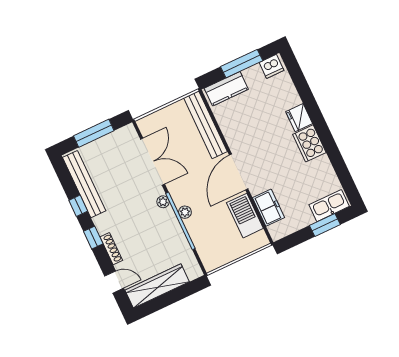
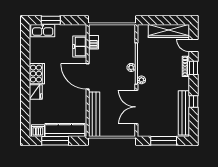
kitchen counter: (226, 89) -> (65, 130), width x1.50
door: (239, 172) -> (88, 76), swing flipped
barbecue: (245, 216) -> (93, 42), width x0.53, depth x0.65
window: (93, 238) -> (193, 68), moved

